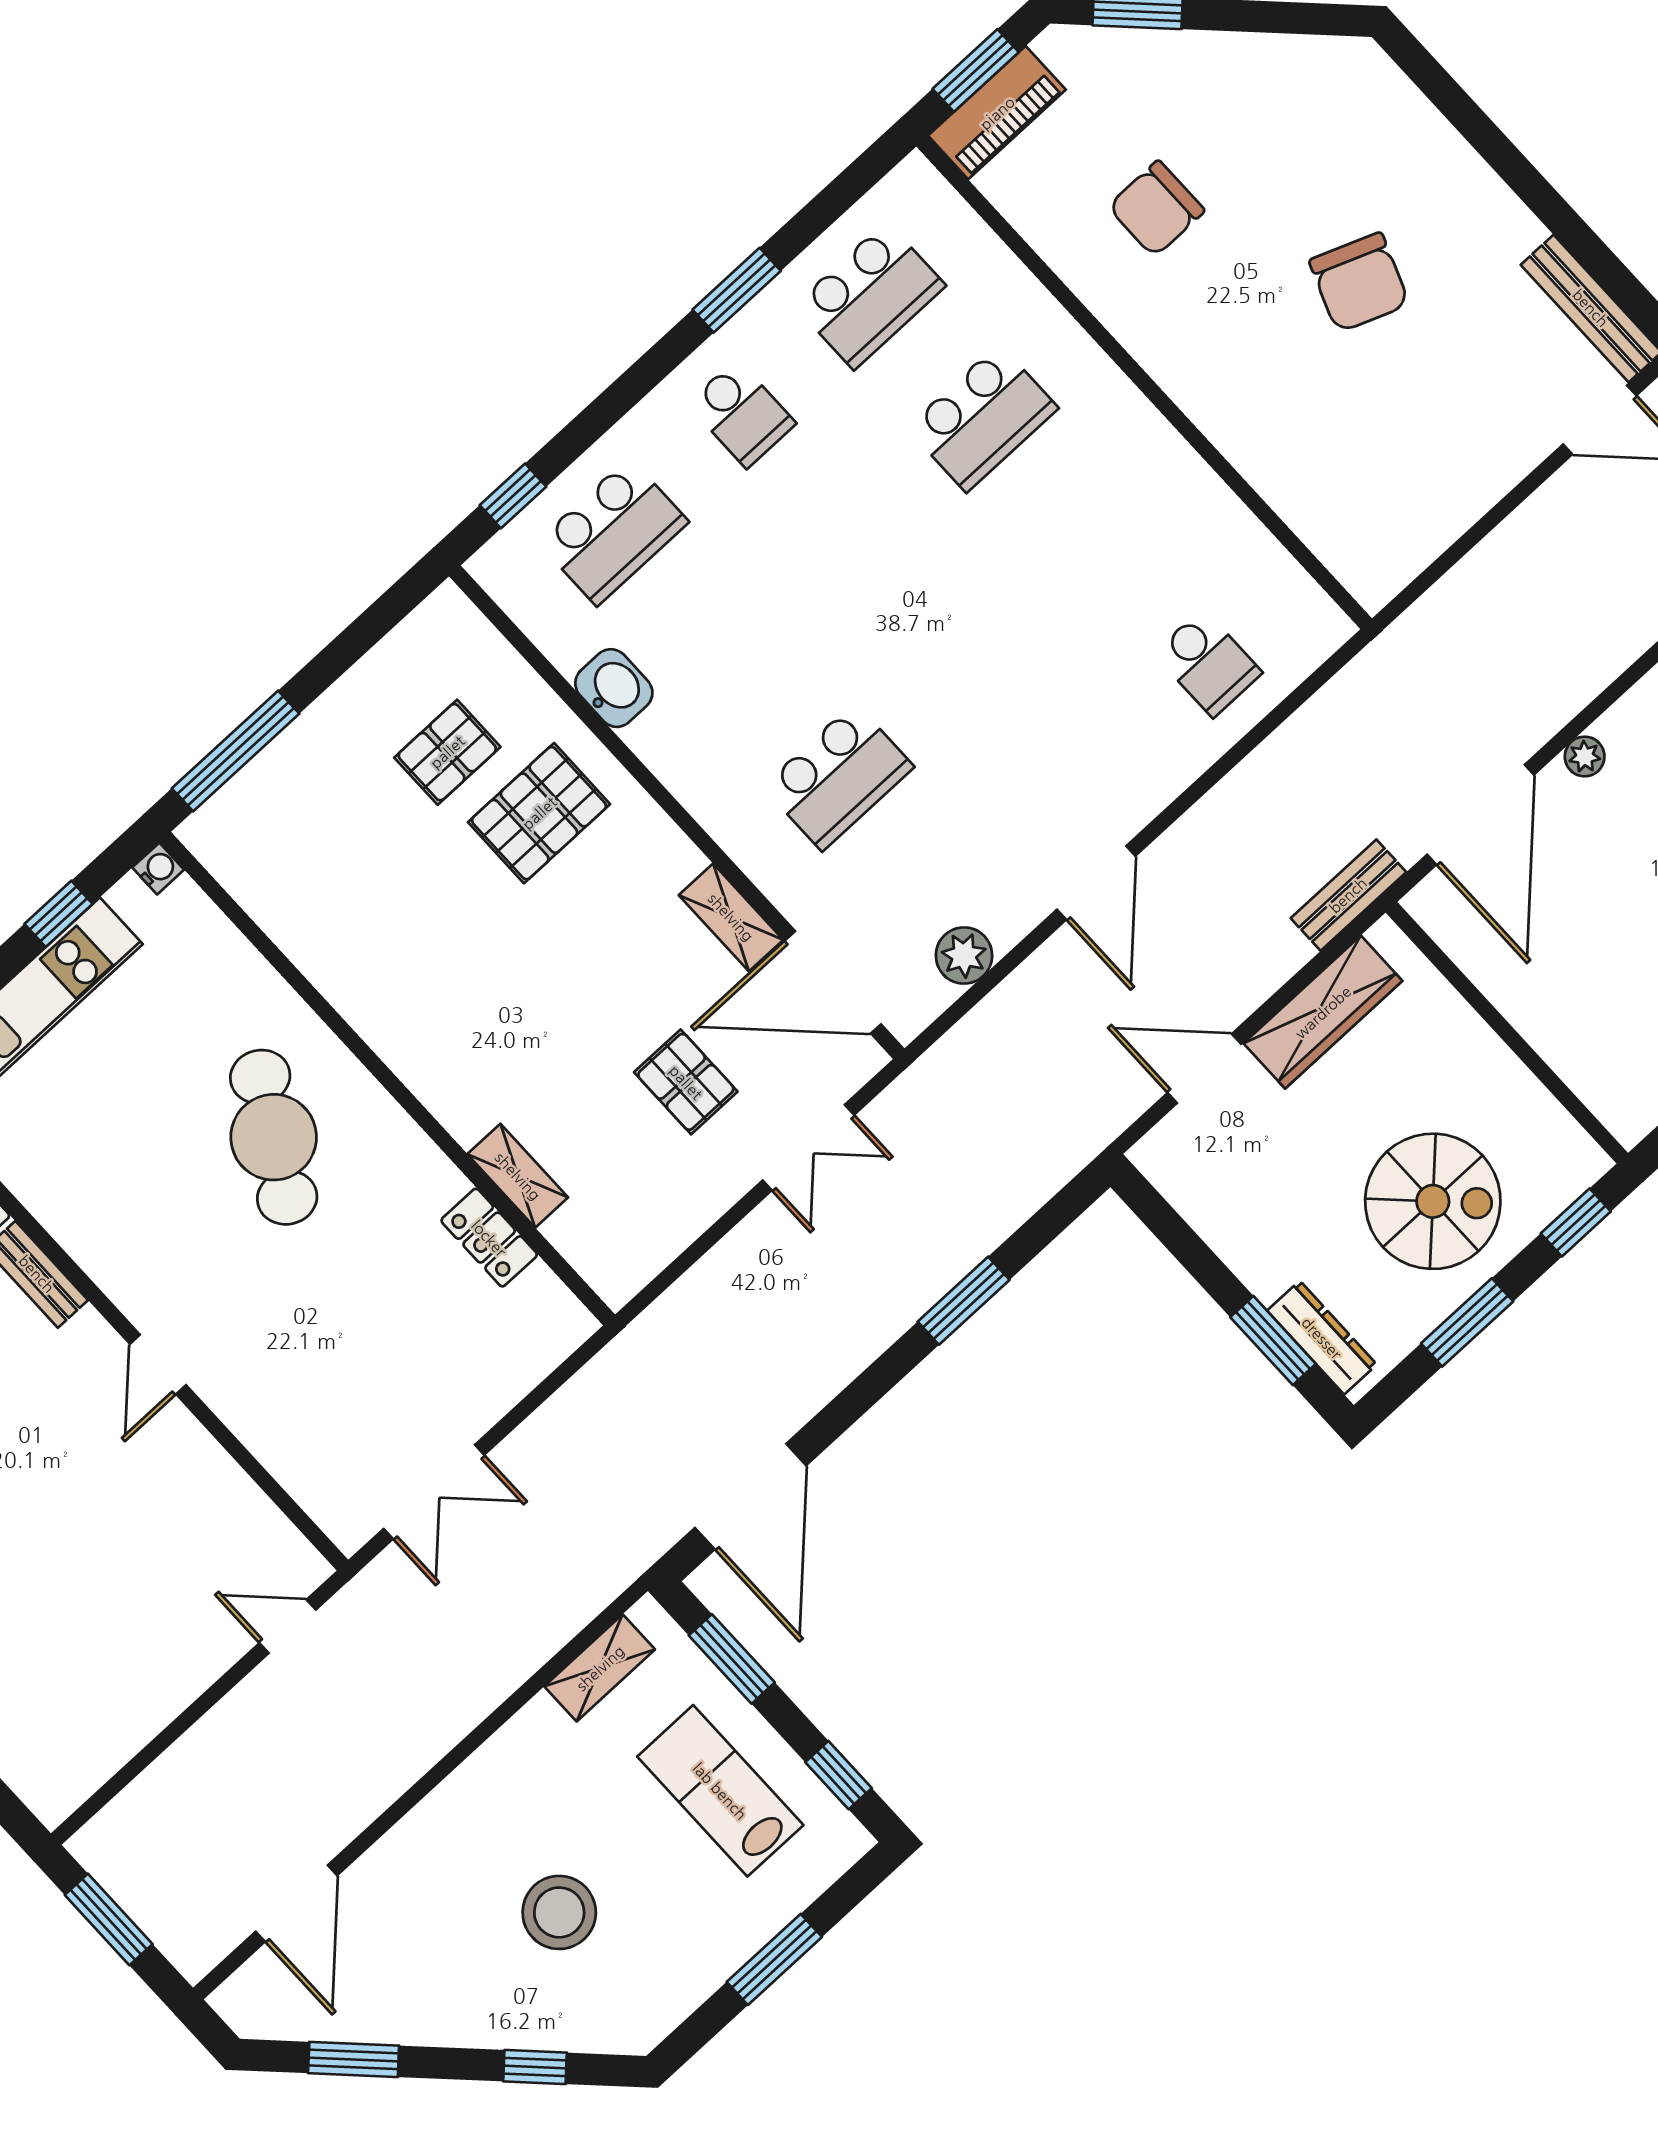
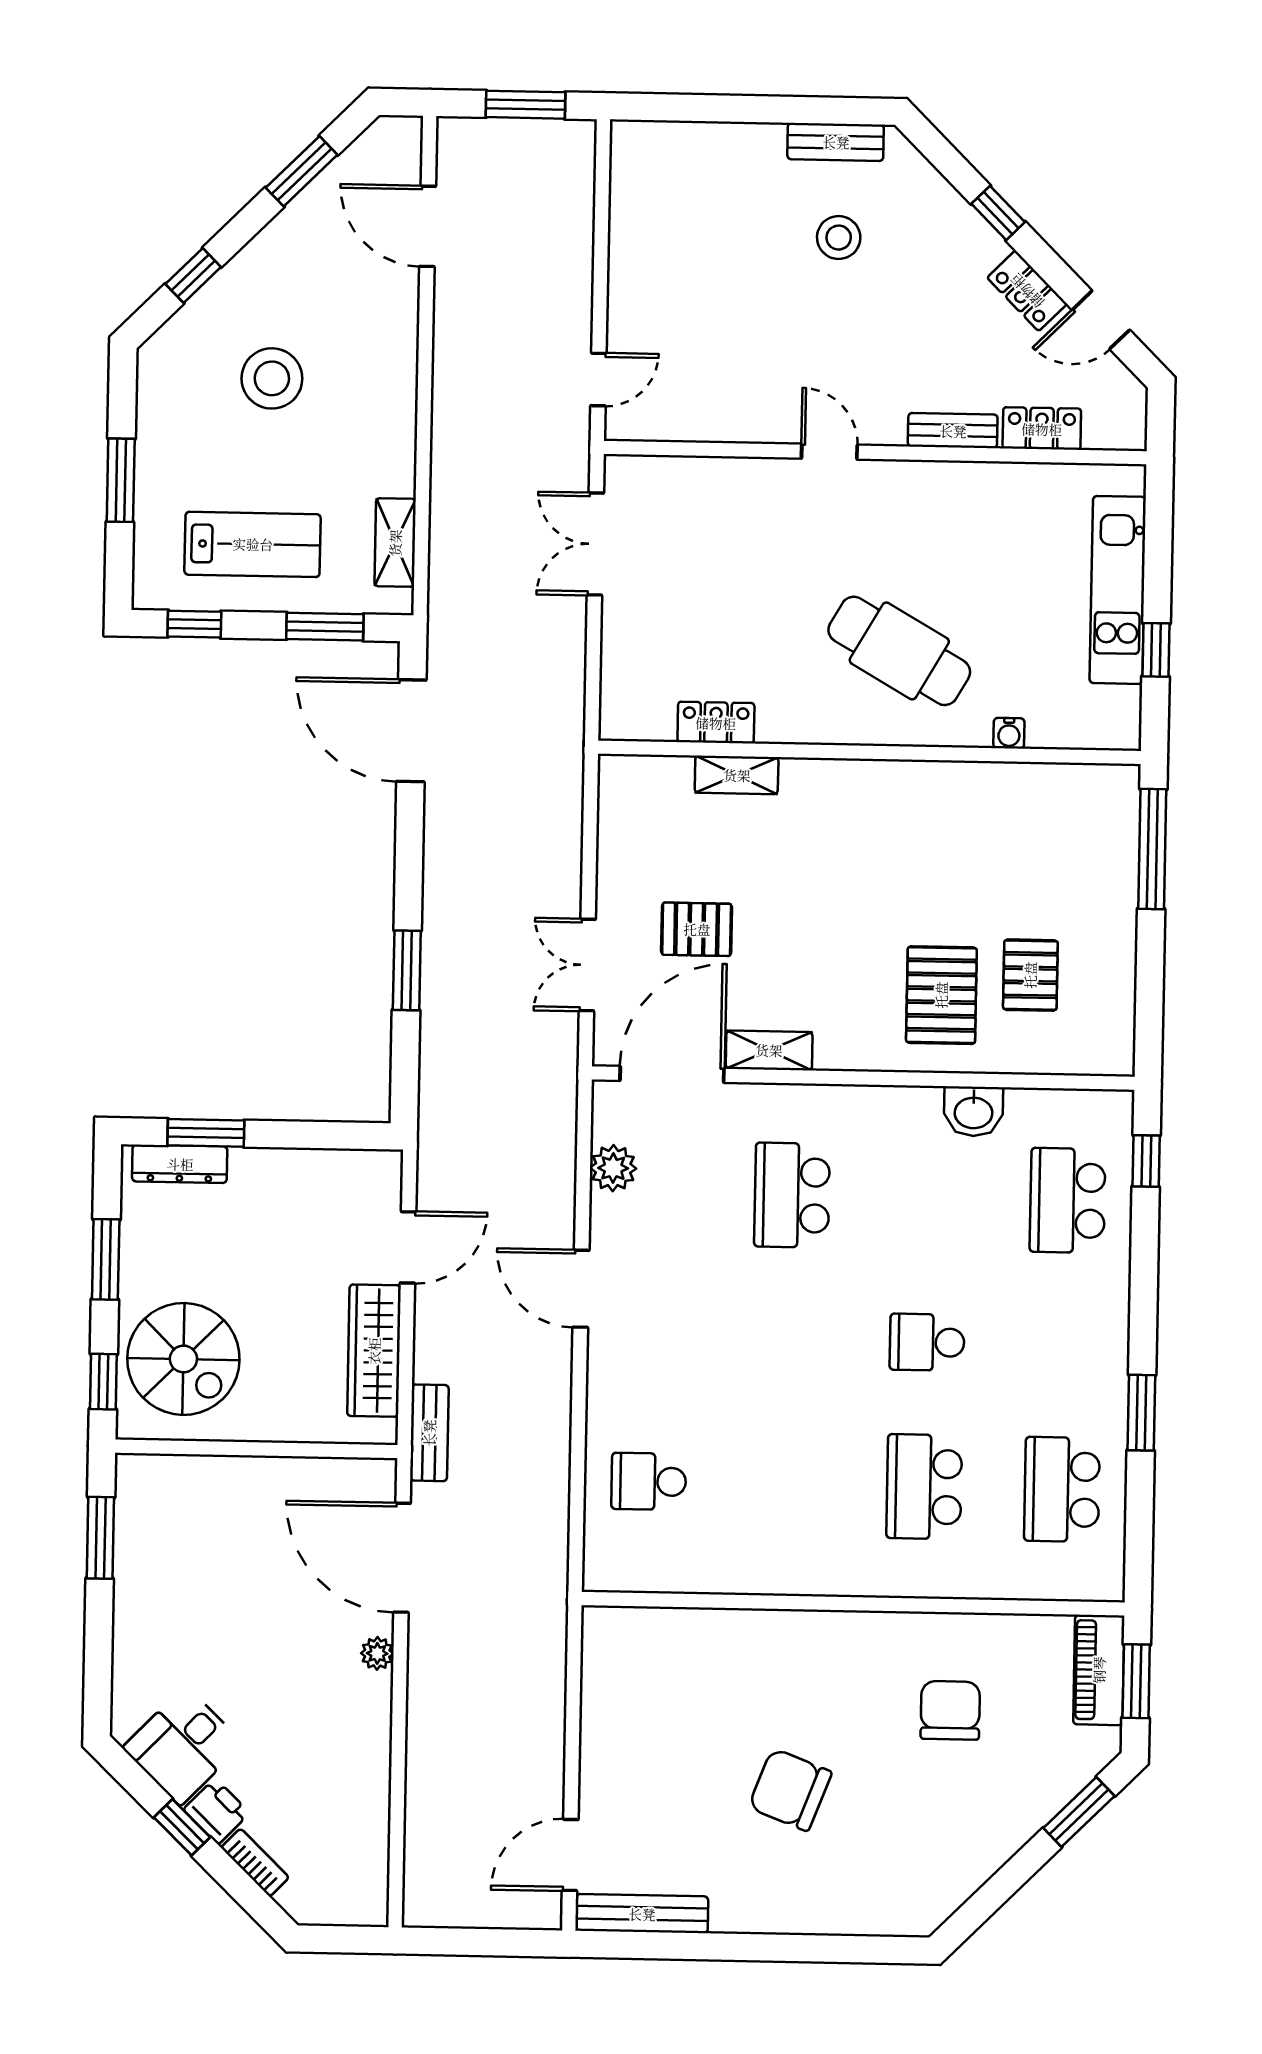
school desk: (741, 414) -> (927, 1342), moved
water cooler: (158, 869) -> (1009, 733), moved
spiral stairs: (1433, 1201) -> (183, 1359), moved, turned -90

